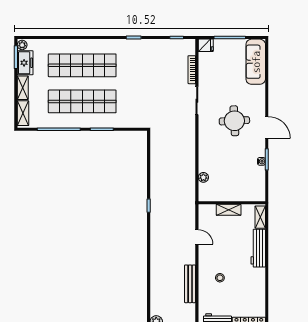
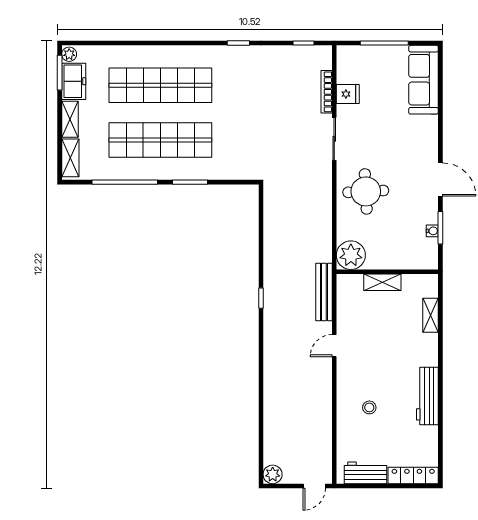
fridge: (206, 45) -> (348, 94), moved
round table: (234, 121) -> (366, 191), moved
plant: (203, 177) -> (351, 255), width x1.88, depth x1.88
wall: (232, 203) -> (387, 272), moved
shelving: (229, 210) -> (382, 282), moved
door: (197, 237) -> (334, 346), swing flipped
workbench: (258, 248) -> (427, 396), moved
bench: (190, 284) -> (324, 292), moved

